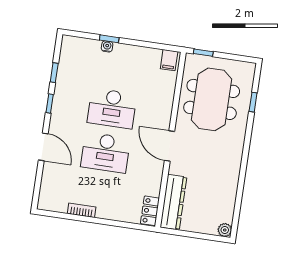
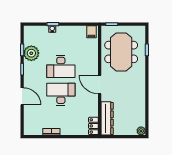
plant: (68, 80) -> (31, 53), added
desk: (105, 153) -> (61, 94), turned 180

